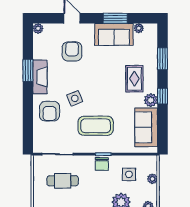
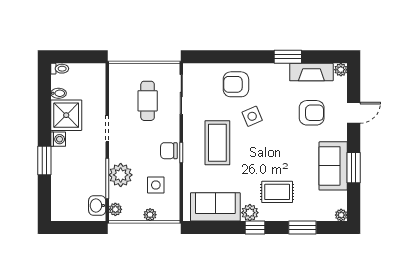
plant: (139, 28) -> (341, 215), moved
fireplace: (40, 77) -> (311, 72), moved

